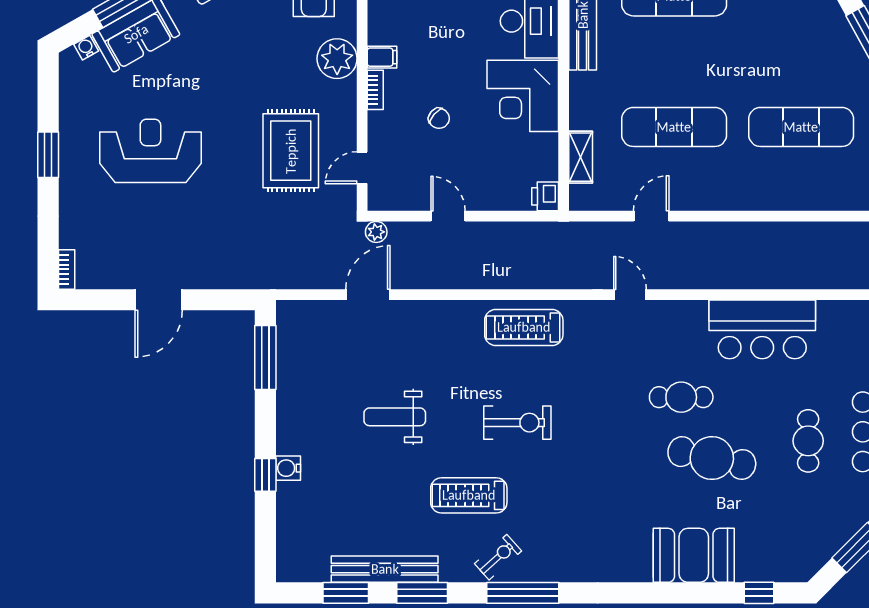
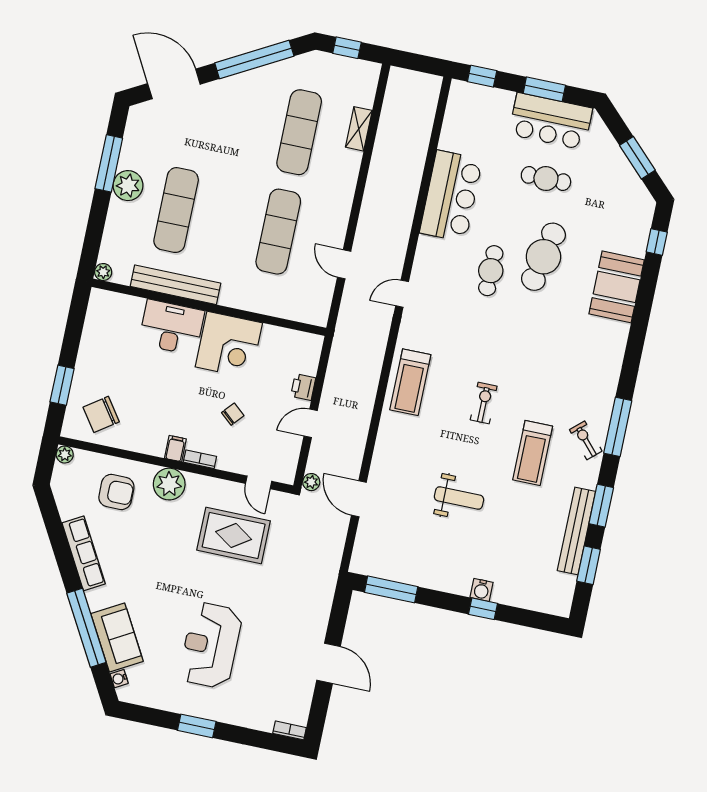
shelving: (581, 157) -> (359, 129), moved, turned 90
printer: (545, 196) -> (303, 387), moved, turned 90
weight bench: (395, 417) -> (459, 498), turned -90
exercise bike: (517, 423) -> (484, 403), width x0.73, depth x0.72

